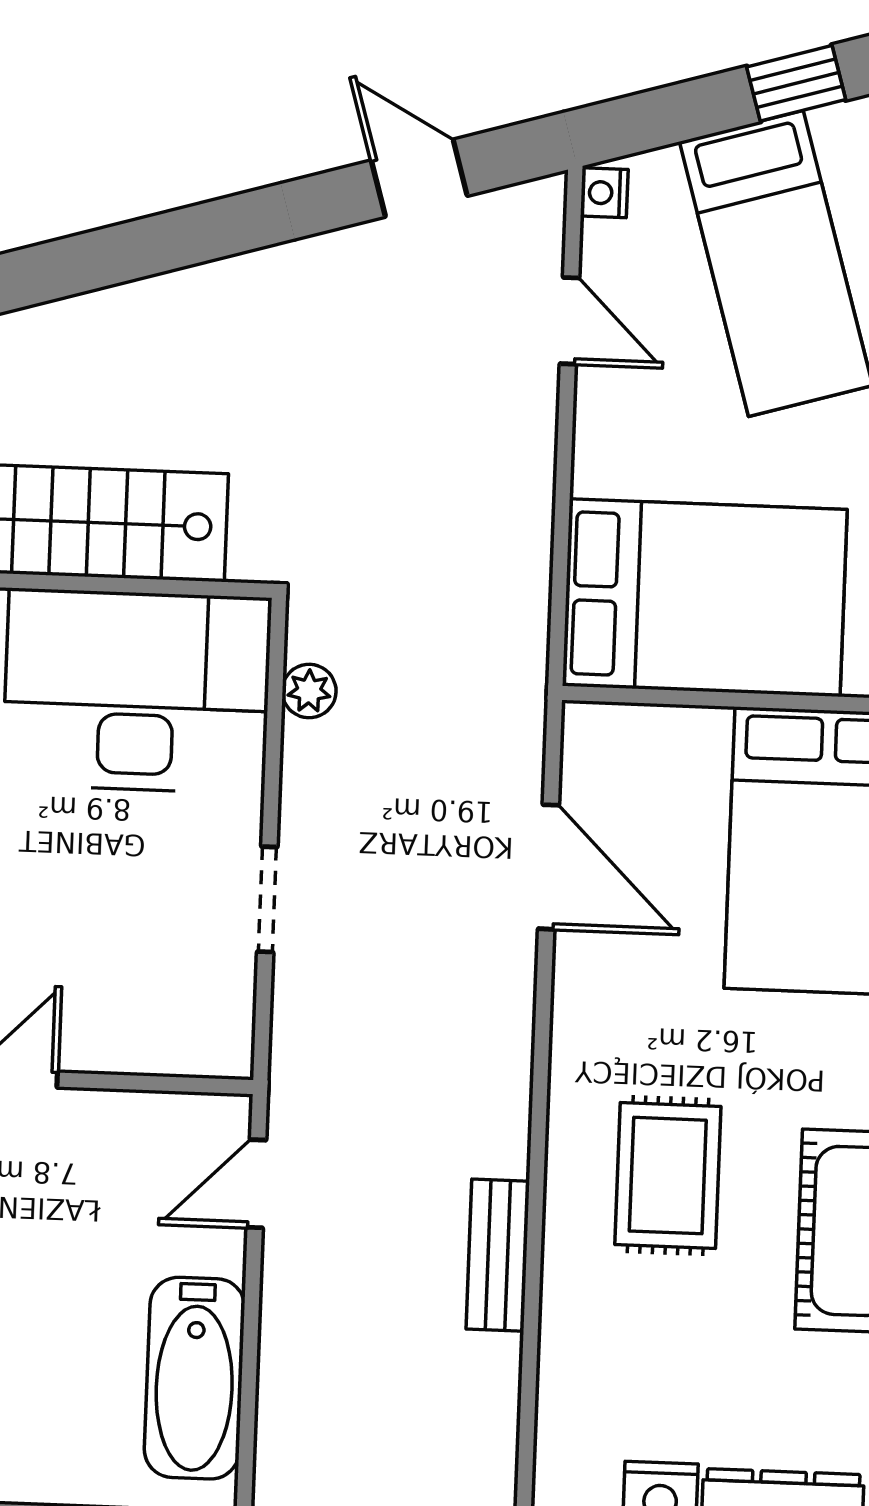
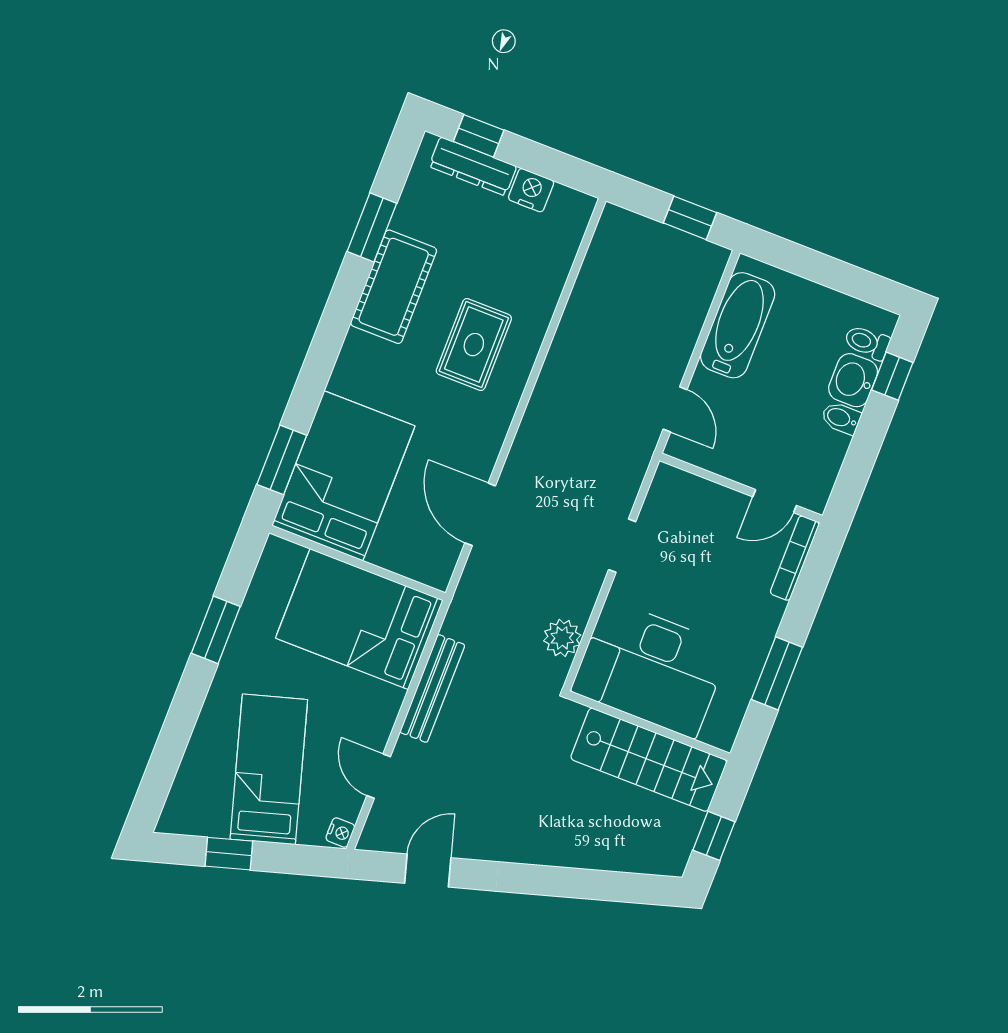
door: (419, 178) -> (428, 871), swing flipped
plant: (309, 691) -> (562, 638), width x1.38, depth x1.38
door: (256, 1184) -> (675, 409), hinge flipped
bench: (498, 1255) -> (432, 688), moved, width x1.36

